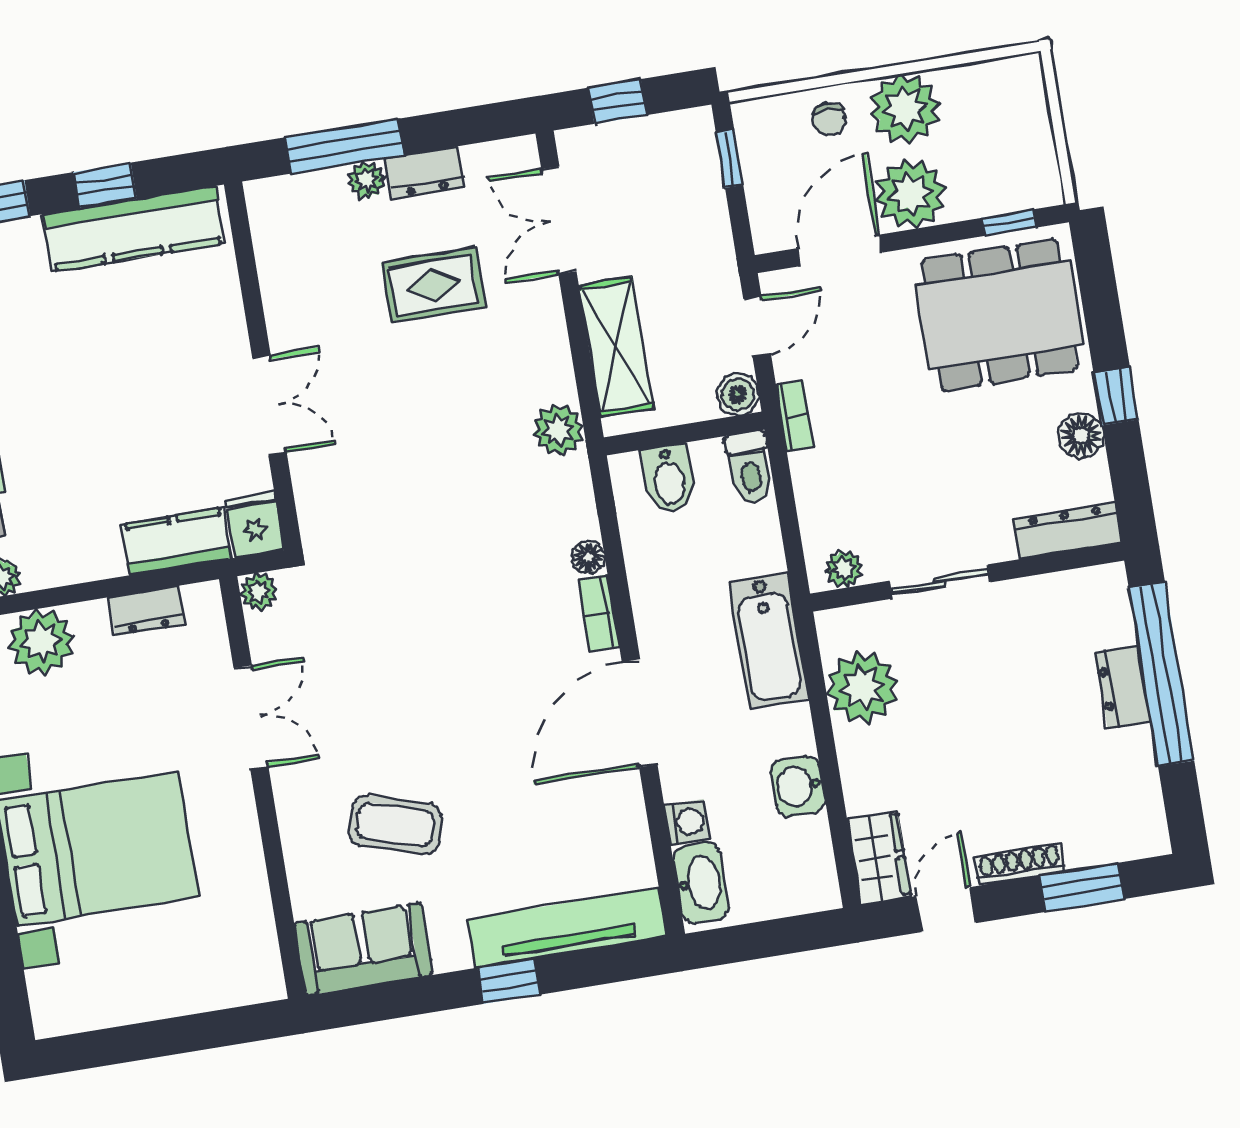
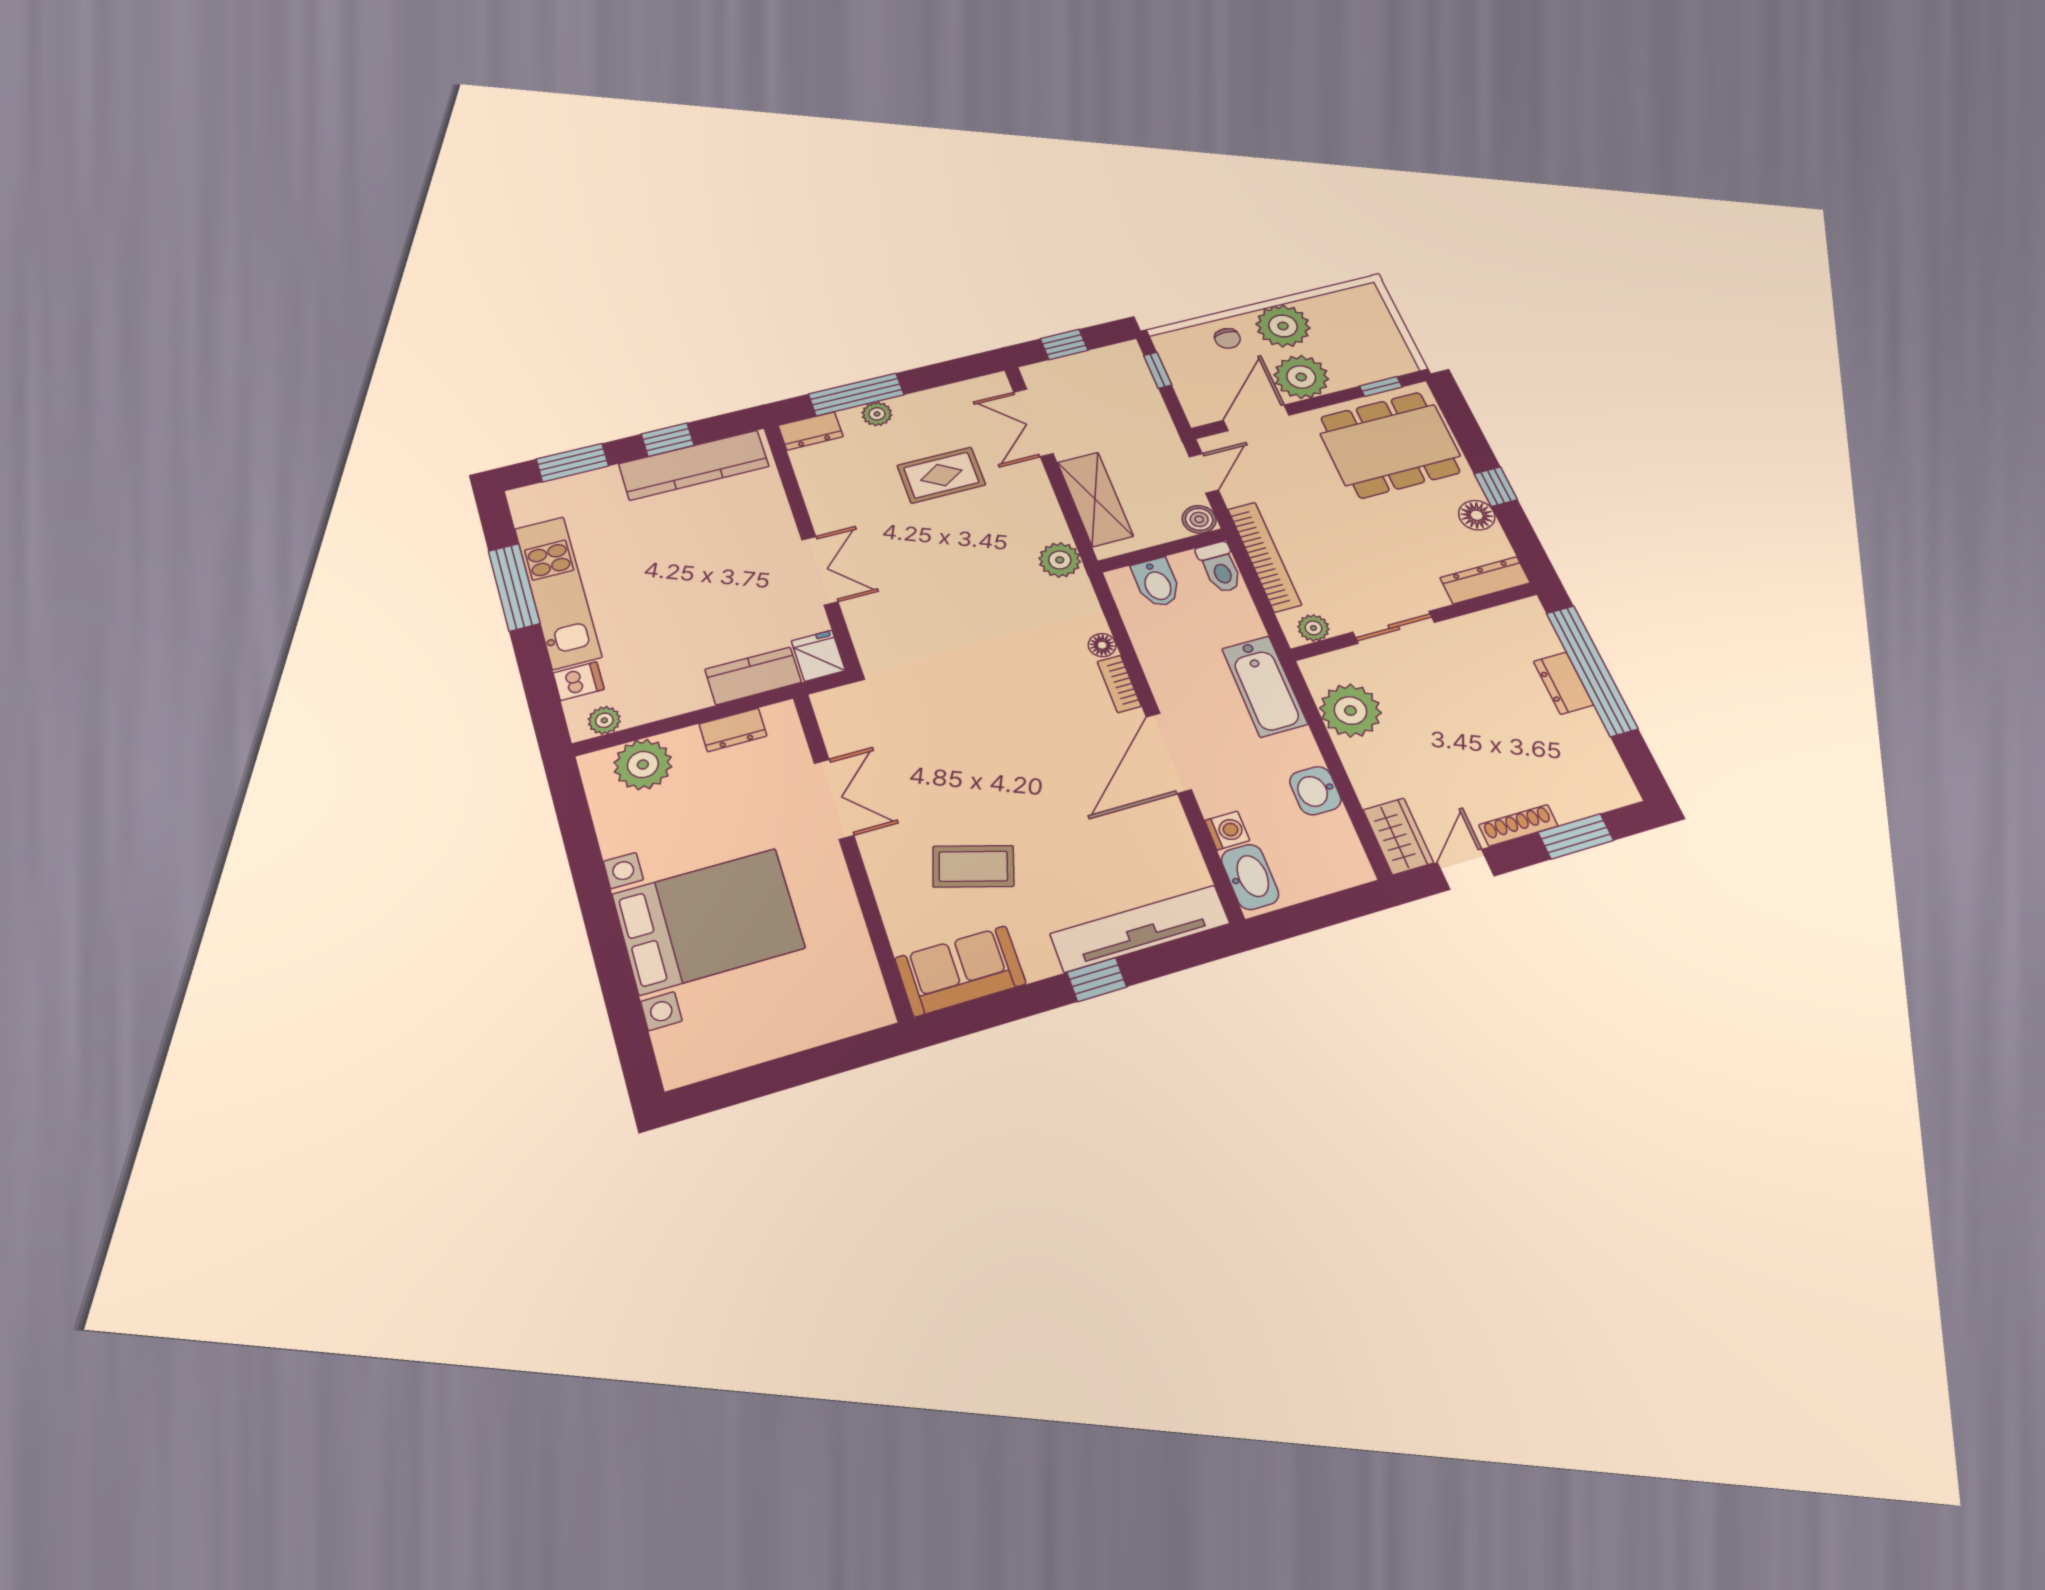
dresser: (425, 172) -> (811, 431), moved
bookcase: (795, 416) -> (1264, 557), width x2.31, depth x1.31
plant: (259, 592) -> (828, 704), removed

